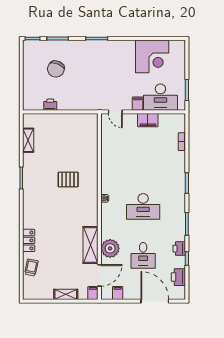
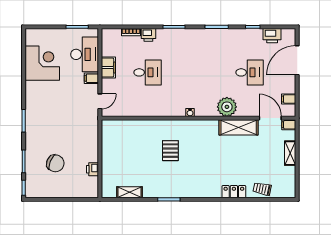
desk: (143, 206) -> (148, 72), moved, width x0.73
plant: (110, 248) -> (227, 107), moved
printer: (179, 249) -> (148, 35), moved

